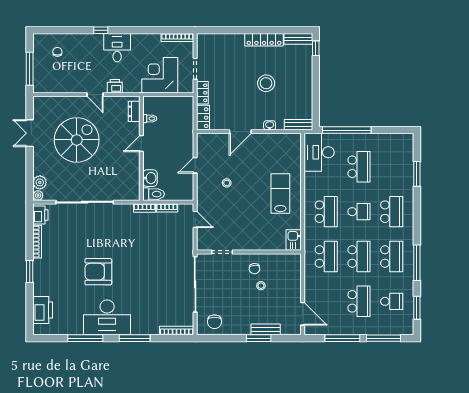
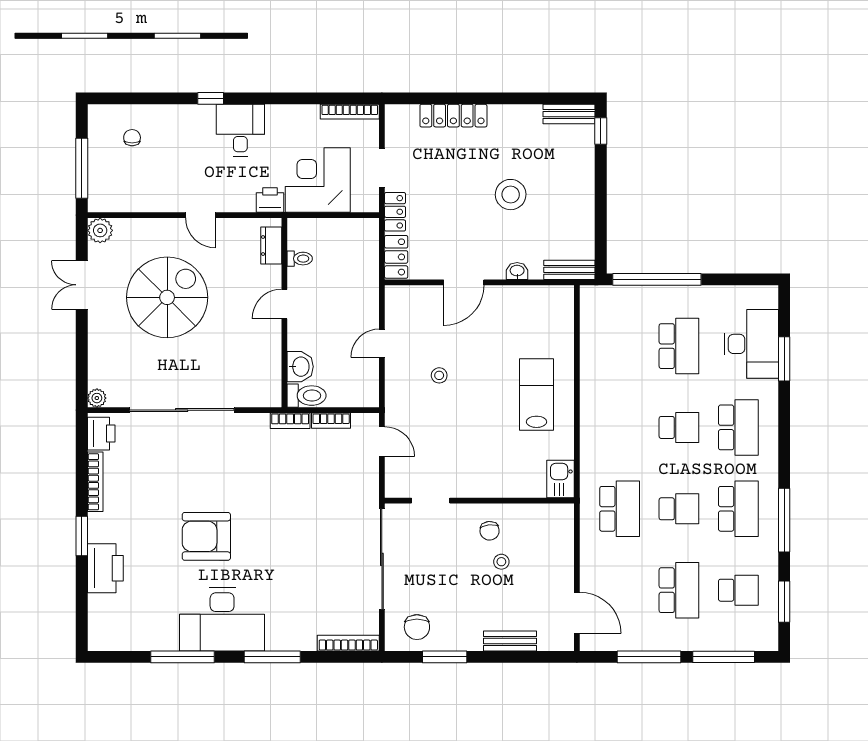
locker: (264, 40) -> (453, 116), moved
printer: (115, 86) -> (270, 200), moved
desk: (319, 152) -> (751, 344), moved, turned 180
plant: (40, 182) -> (100, 230), moved
school desk: (326, 212) -> (620, 427), removed
school desk: (359, 256) -> (679, 509), width x0.54
printer: (43, 310) -> (105, 568), moved
window: (259, 338) -> (445, 657), moved

